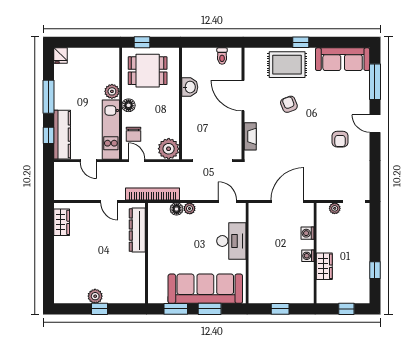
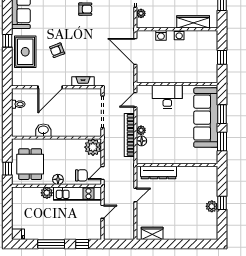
kitchen counter: (62, 135) -> (82, 233), removed
bookcase: (153, 194) -> (129, 135), moved
wardrobe: (324, 266) -> (193, 22), width x1.50

